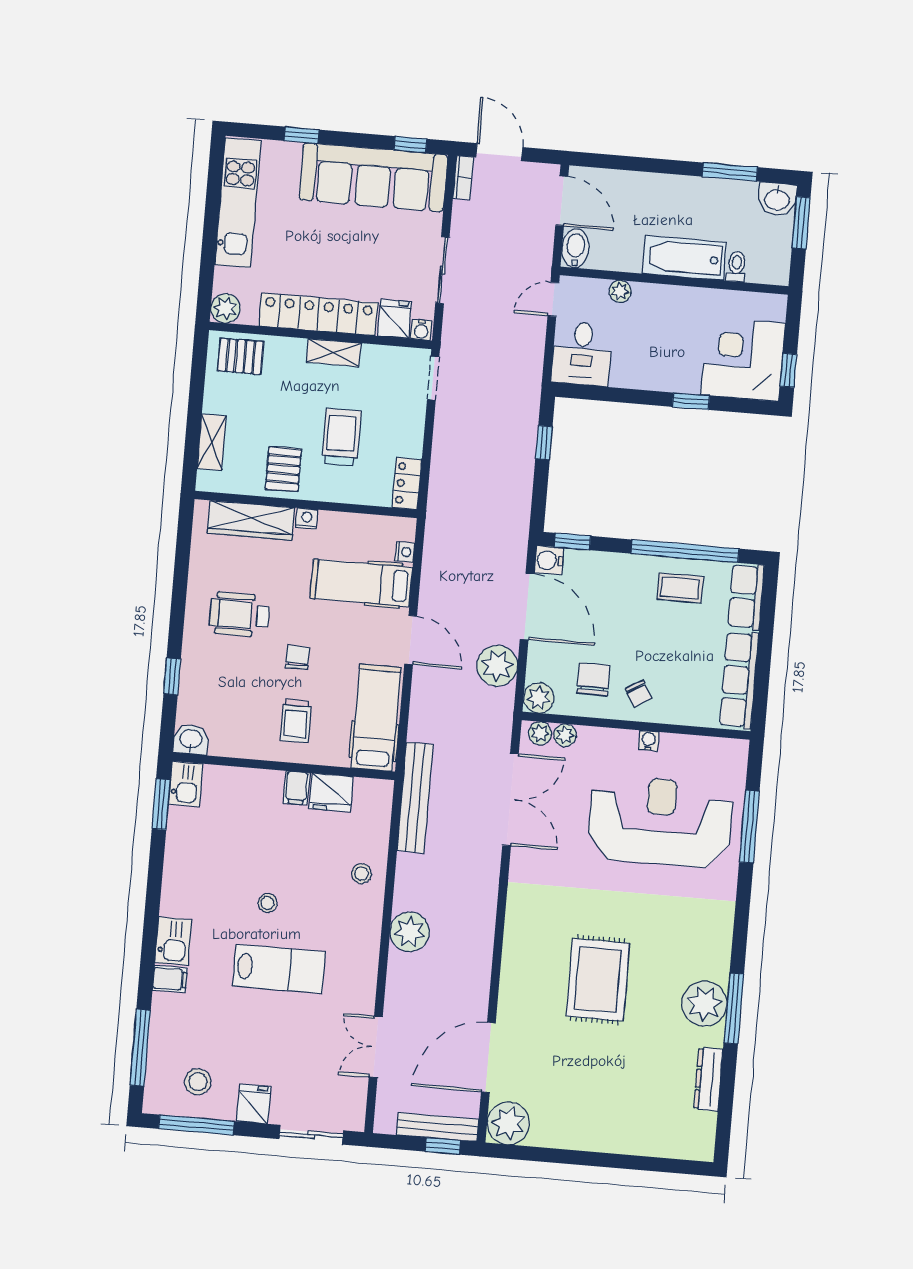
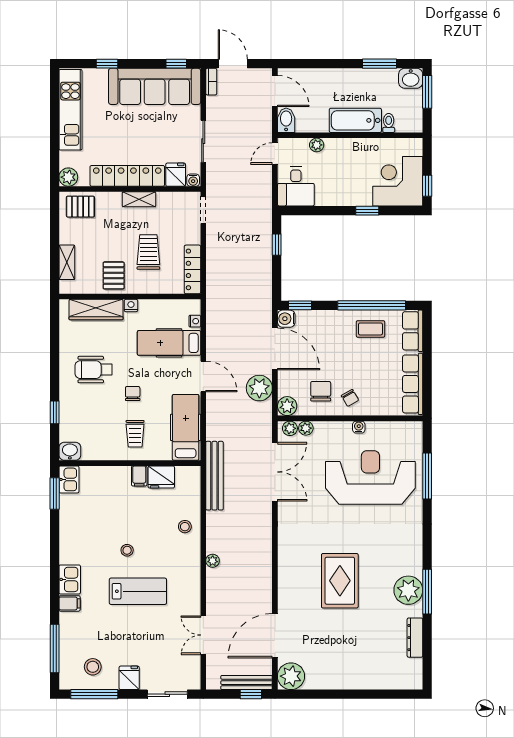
locker: (407, 484) -> (192, 269), width x1.53
plant: (410, 932) -> (213, 561), width x0.53, depth x0.53

